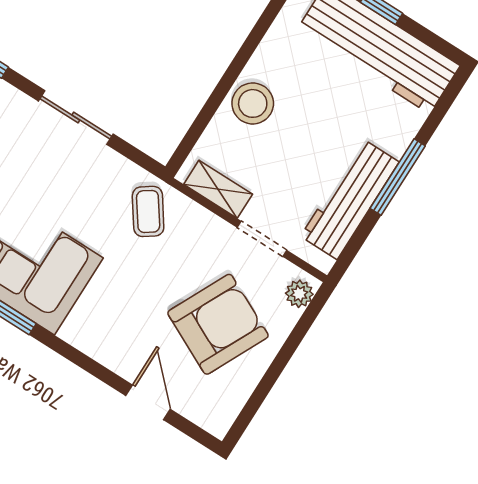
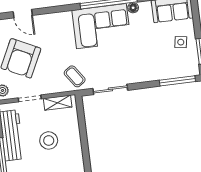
stool: (253, 103) -> (49, 140), moved
sliding door: (76, 117) -> (110, 89), moved

